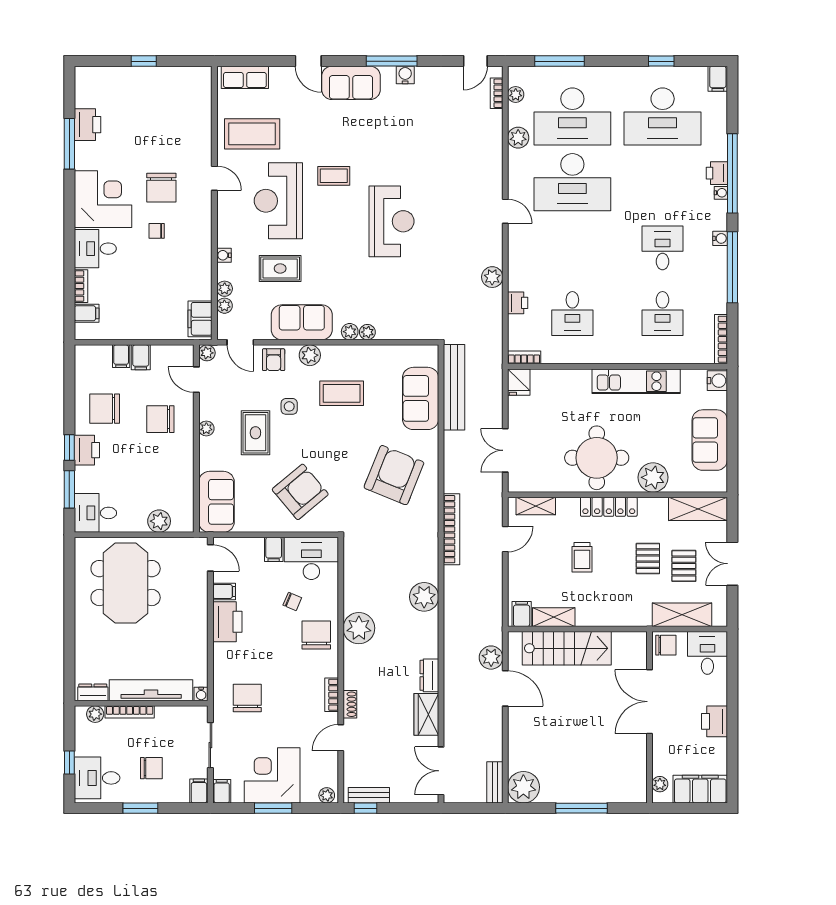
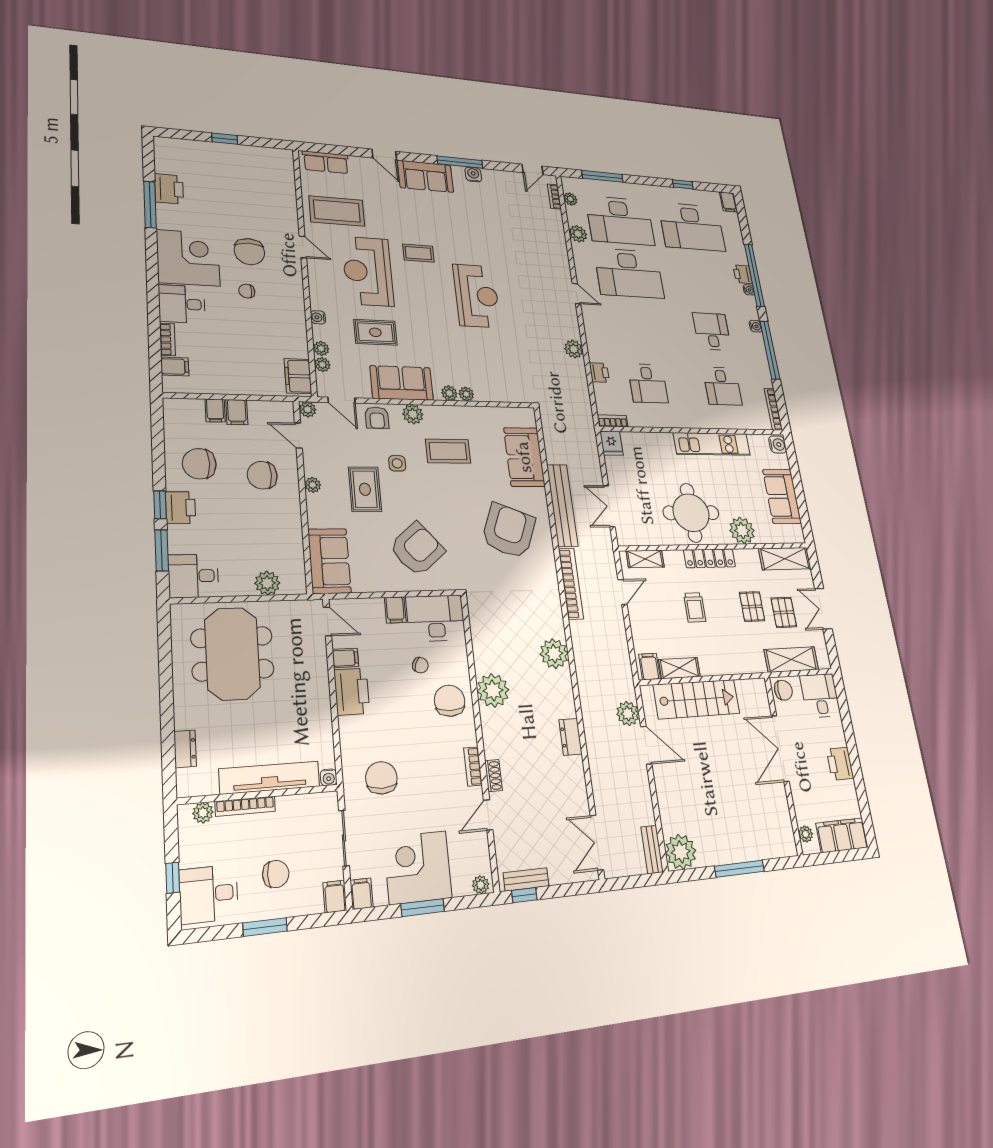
bench: (454, 387) -> (562, 505), moved
dresser: (93, 692) -> (185, 749), moved, turned 90
wardrobe: (426, 714) -> (573, 780), removed

